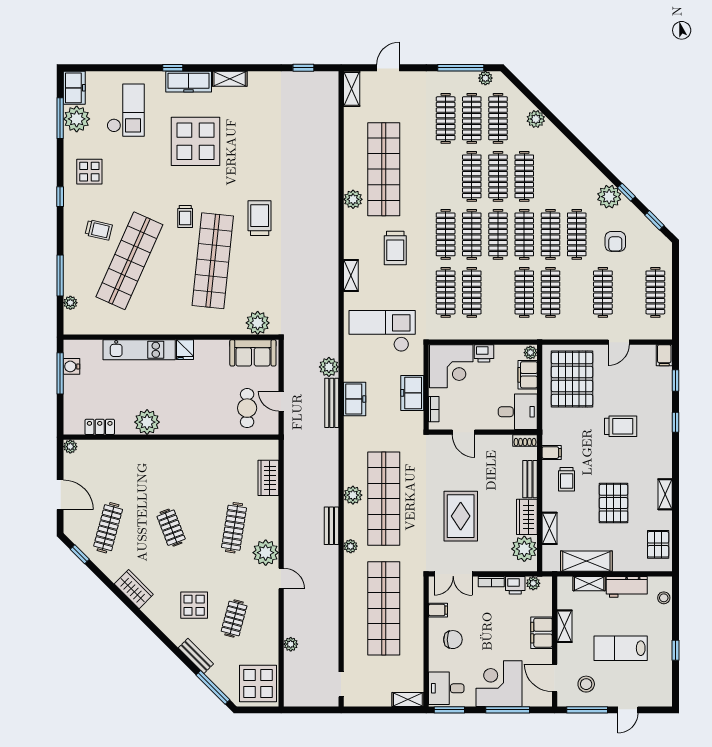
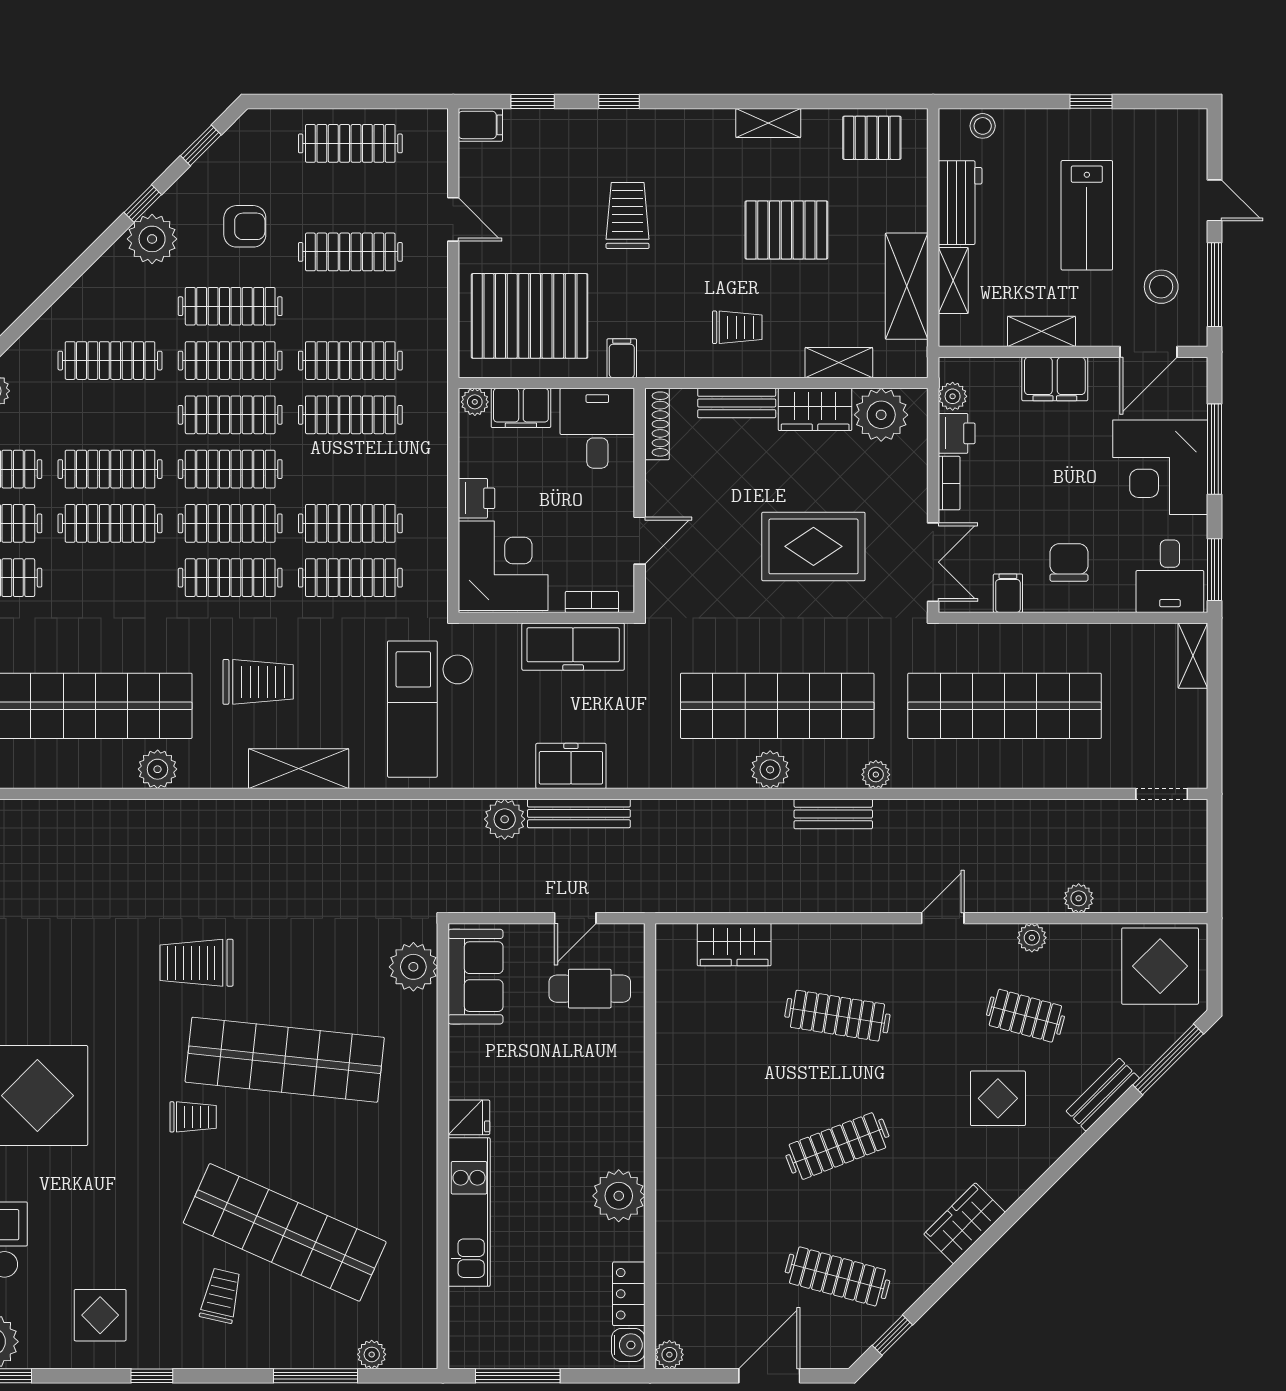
clothes rail: (524, 176) -> (110, 361), moved
shelving: (351, 276) -> (299, 769), width x1.50, depth x1.33
water cooler: (72, 366) -> (628, 1345), moved, turned -90
freezer: (412, 393) -> (573, 647), width x1.40
shoe rack: (525, 441) -> (657, 424), width x1.43
filing cabinet: (552, 453) -> (622, 358), moved
clothes rail: (171, 528) -> (837, 1146), width x1.36
plant: (266, 553) -> (1032, 938), moved, width x0.53, depth x0.53

